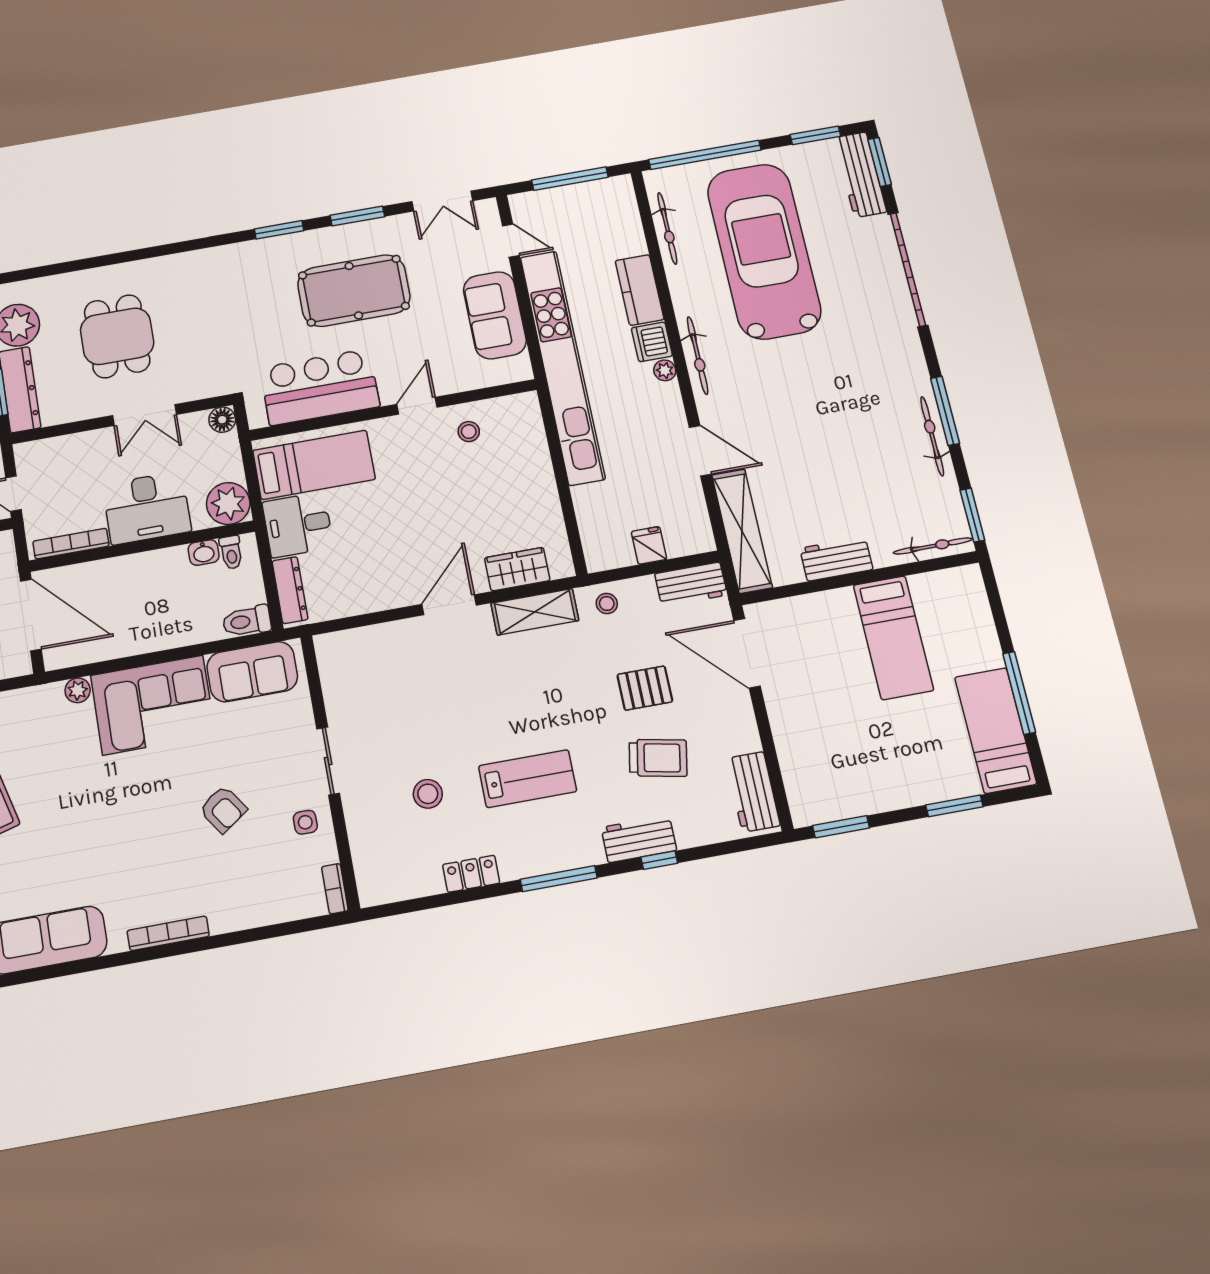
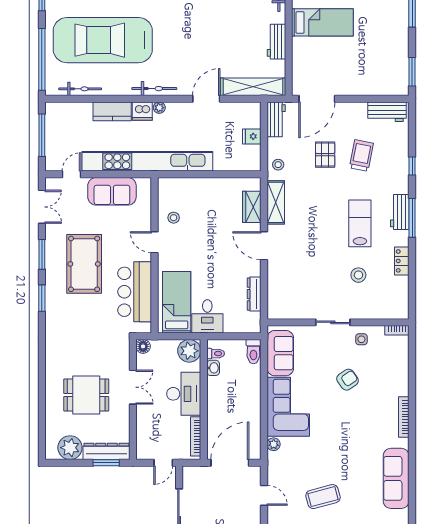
dresser: (290, 590) -> (254, 294), moved, turned -90
workbench: (639, 839) -> (400, 212), moved

